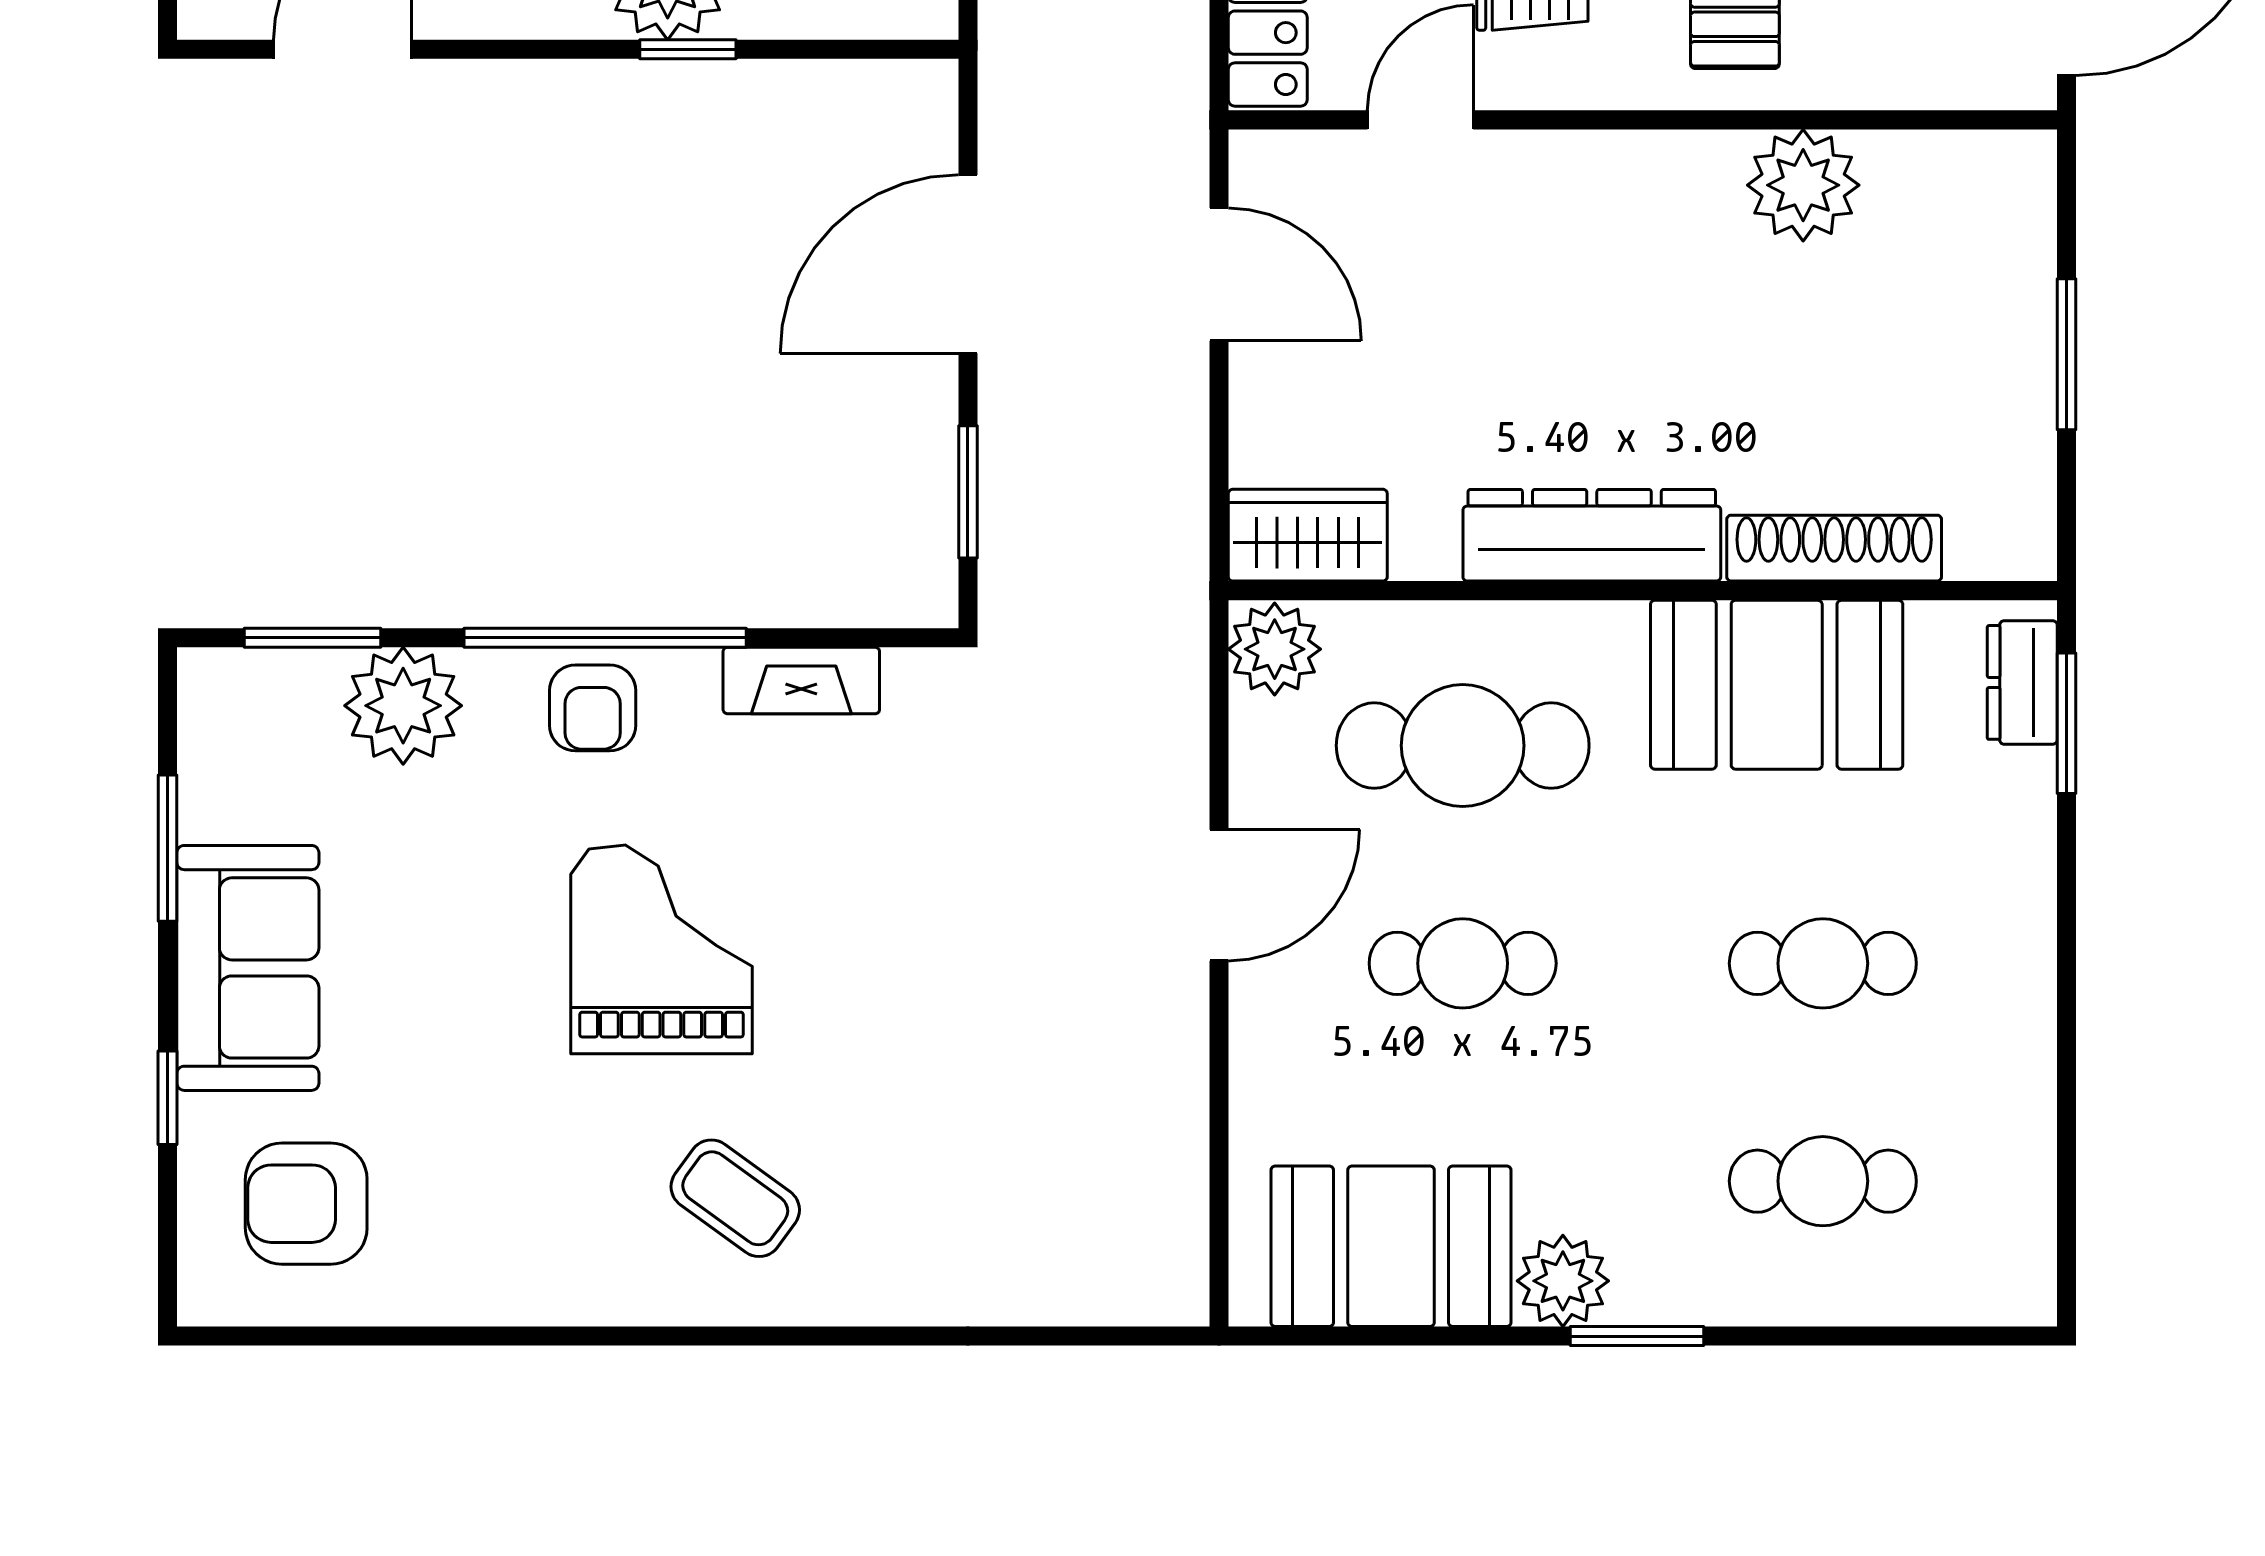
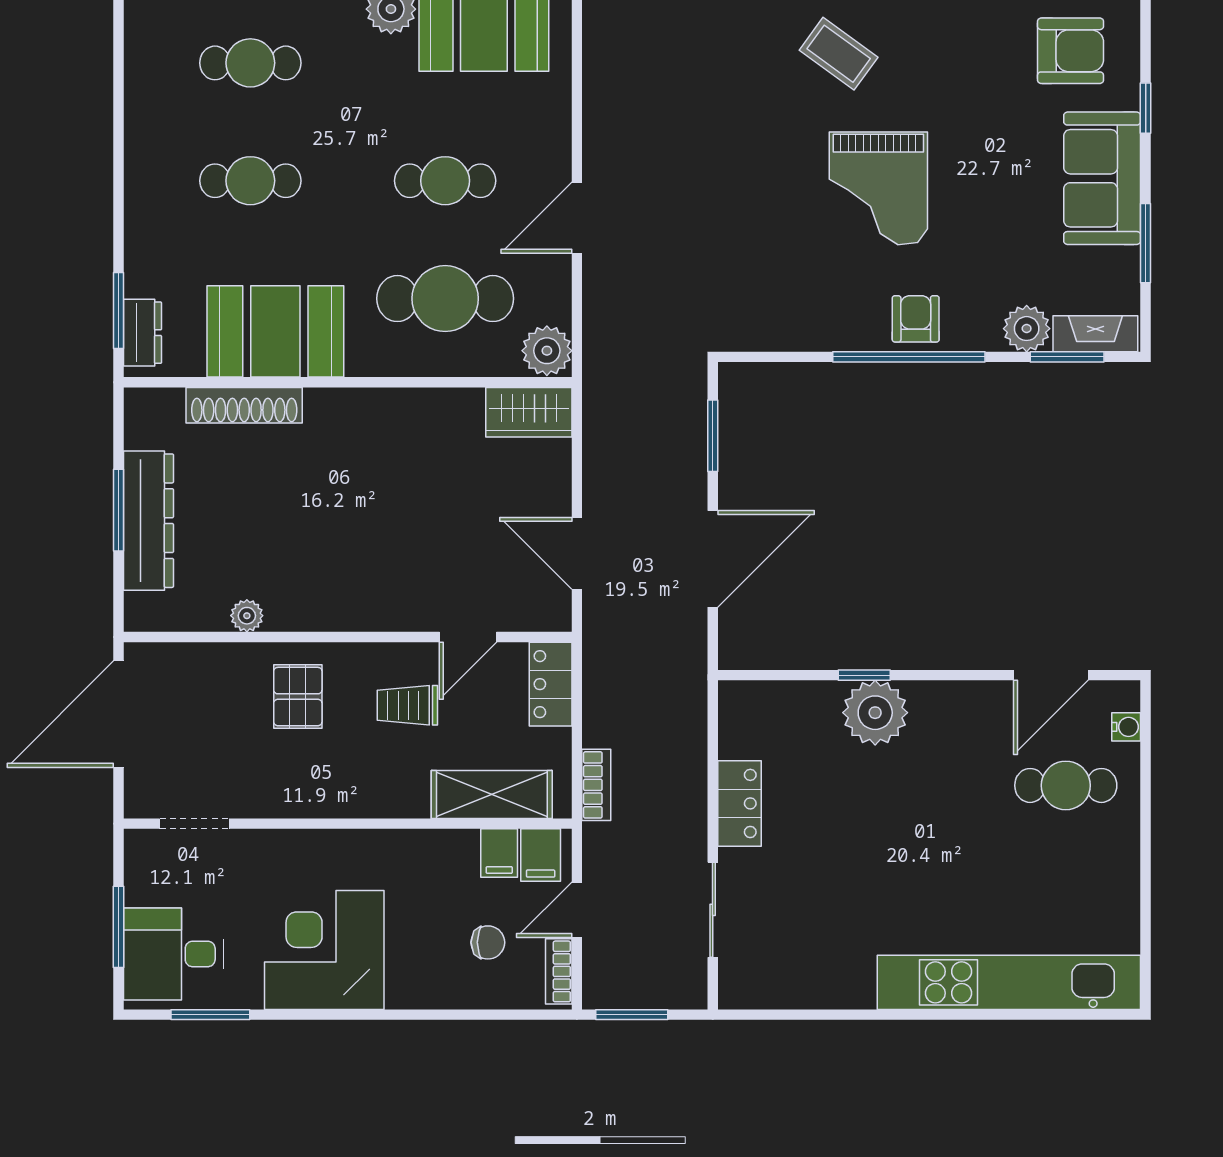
plant: (1803, 185) -> (247, 616), width x0.53, depth x0.53
dresser: (1592, 535) -> (149, 521), moved, turned -90
fireplace: (801, 681) -> (1095, 334), moved
plant: (403, 706) -> (1027, 329), width x0.73, depth x0.73

